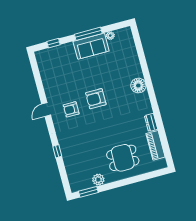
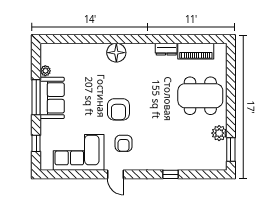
corner sofa: (55, 77) -> (79, 152), added
dining table: (123, 158) -> (200, 96), width x1.37

